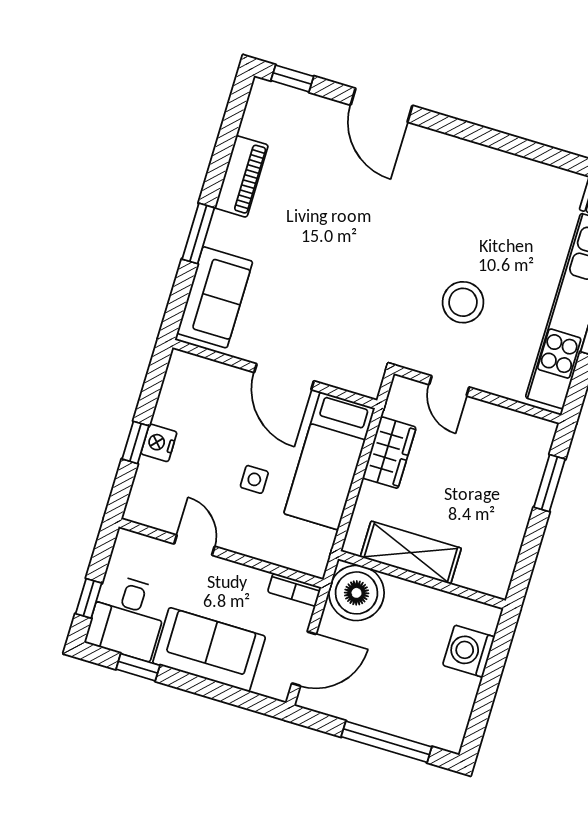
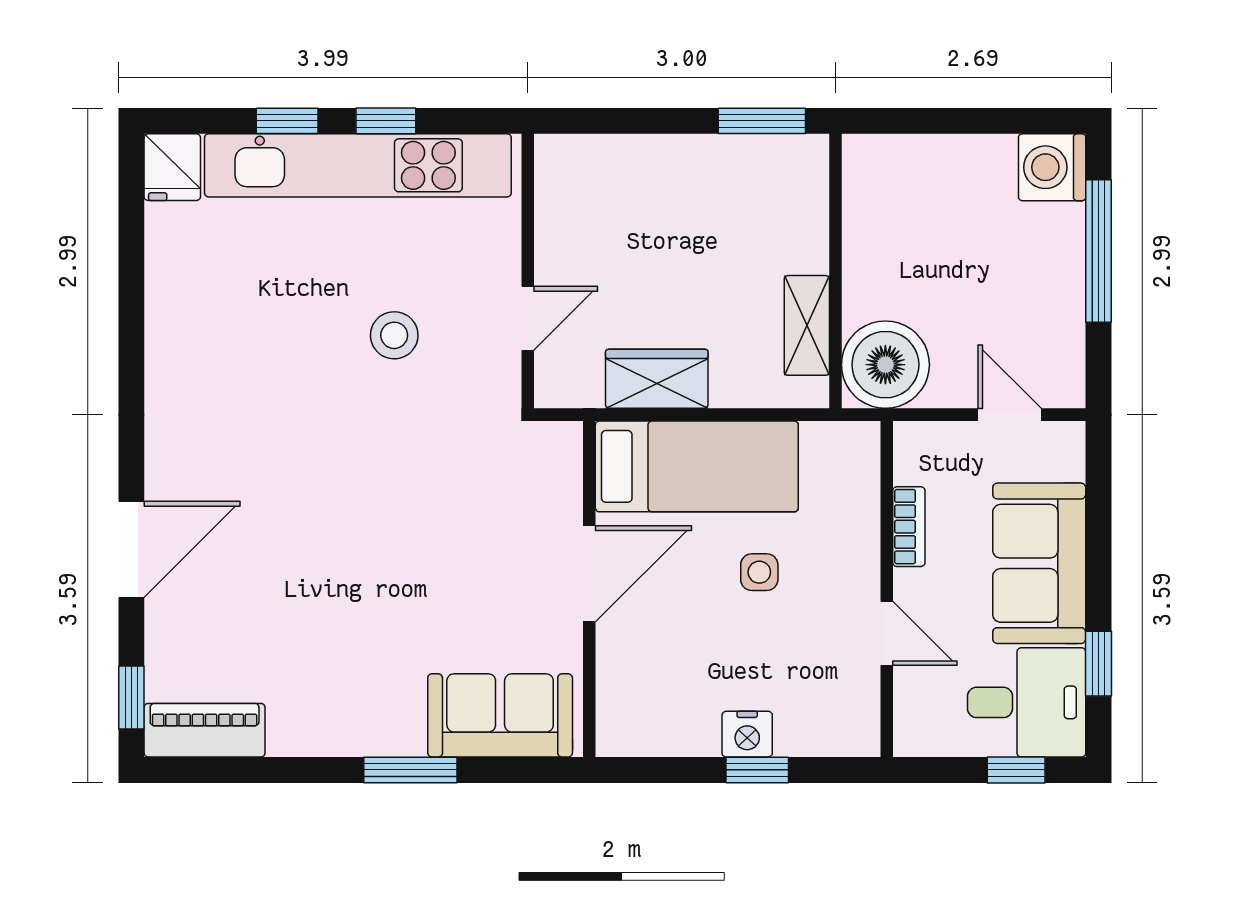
piano: (241, 176) -> (205, 730), moved
stool: (463, 302) -> (394, 335), width x0.73, depth x0.73
window: (550, 483) -> (762, 121), moved
door: (194, 545) -> (887, 633), swing flipped
shelving: (411, 553) -> (807, 325), width x0.67, depth x0.75
bookcase: (294, 590) -> (909, 527), moved
washing machine: (469, 651) -> (1052, 167), moved, turned 90
door: (304, 659) -> (1010, 415), width x0.73

